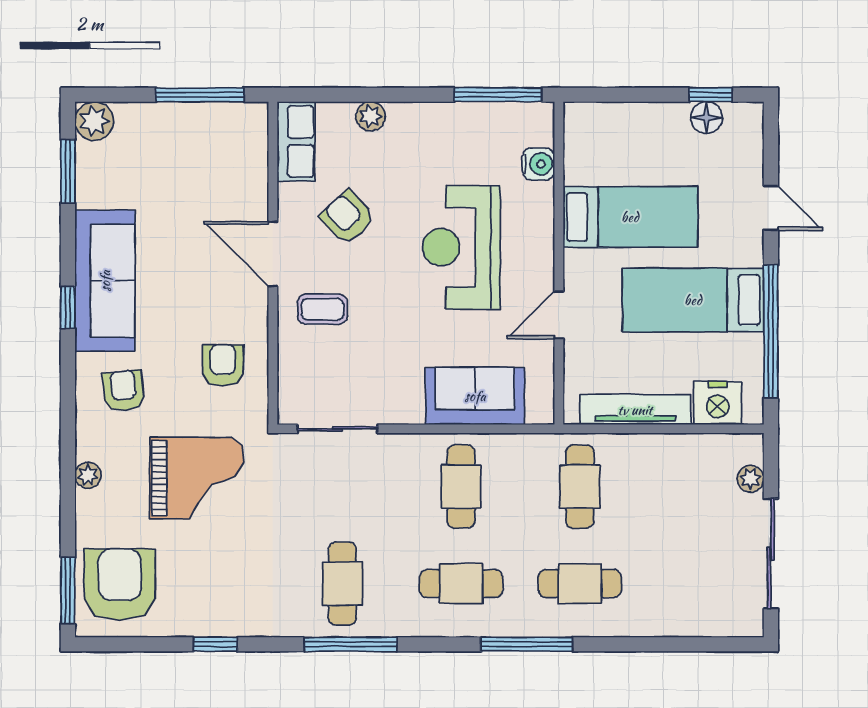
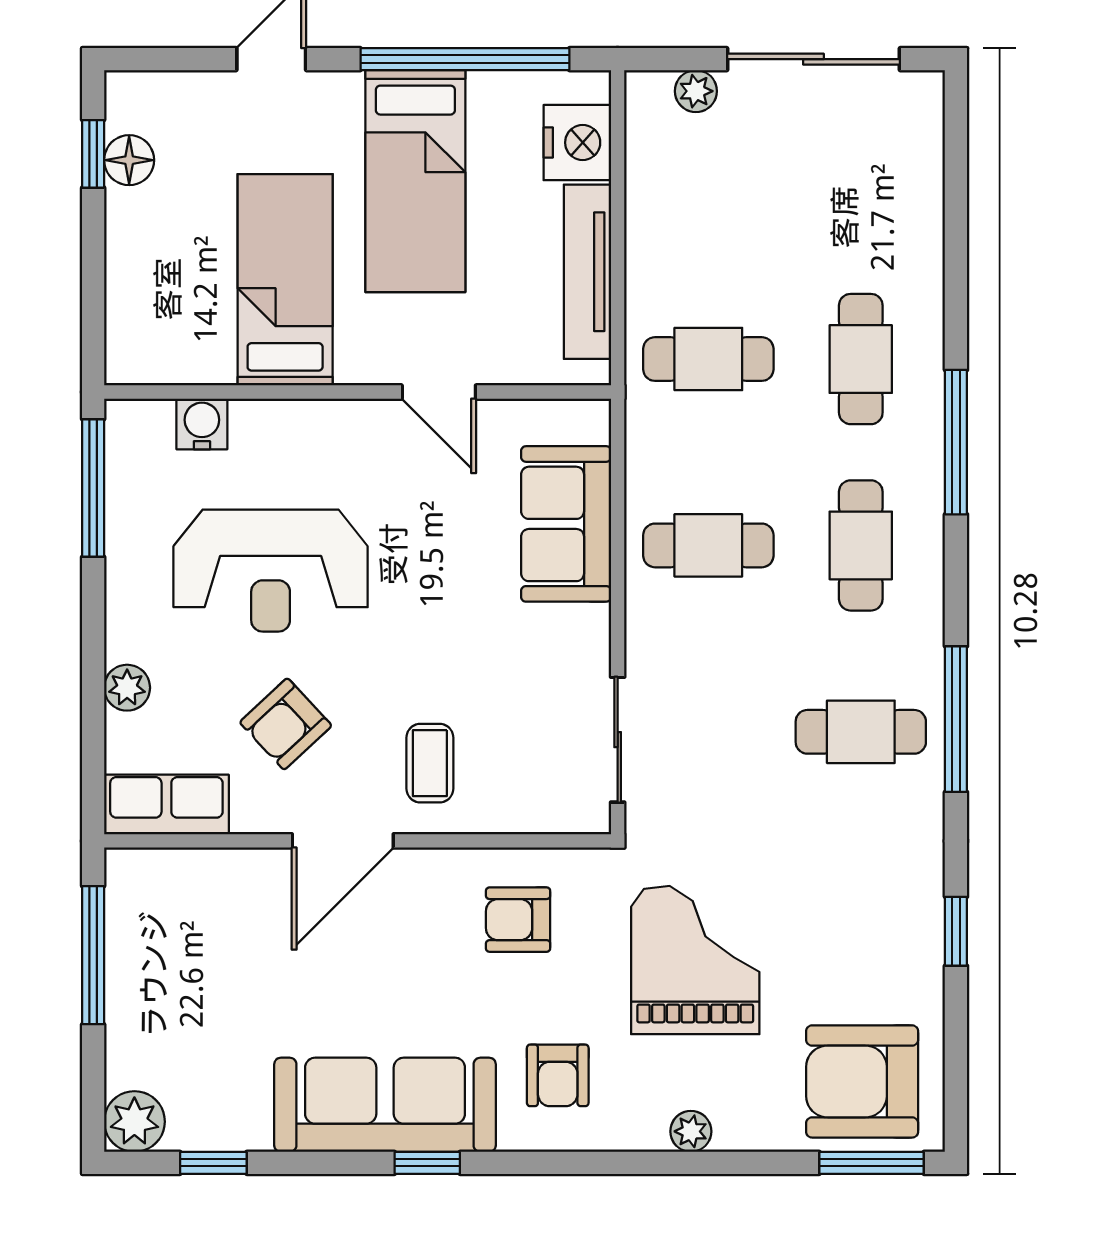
window: (68, 171) -> (213, 1163), width x0.67
reception desk: (461, 247) -> (271, 571), moved
armchair: (124, 391) -> (558, 1075), turned -84

